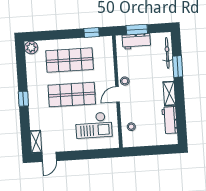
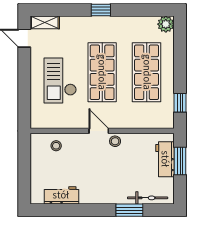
shelving: (169, 94) -> (95, 197), removed
checkout: (94, 125) -> (60, 81), moved

